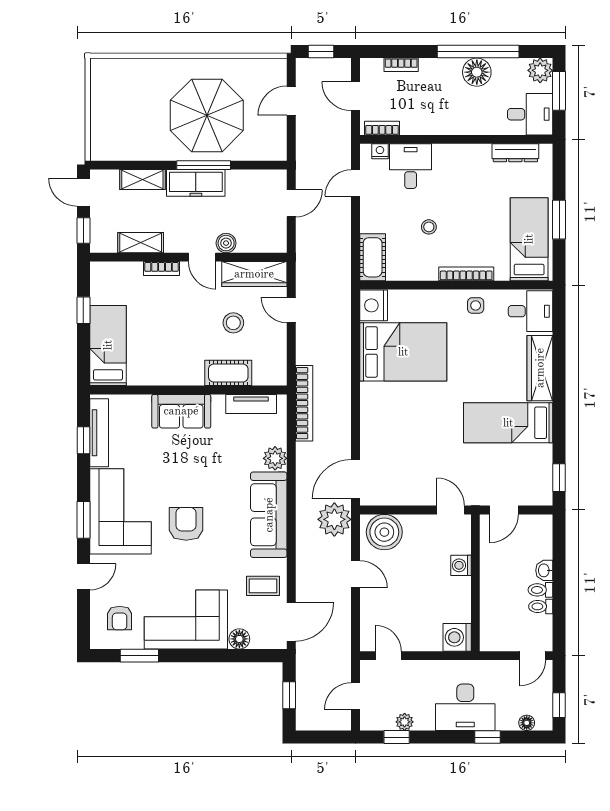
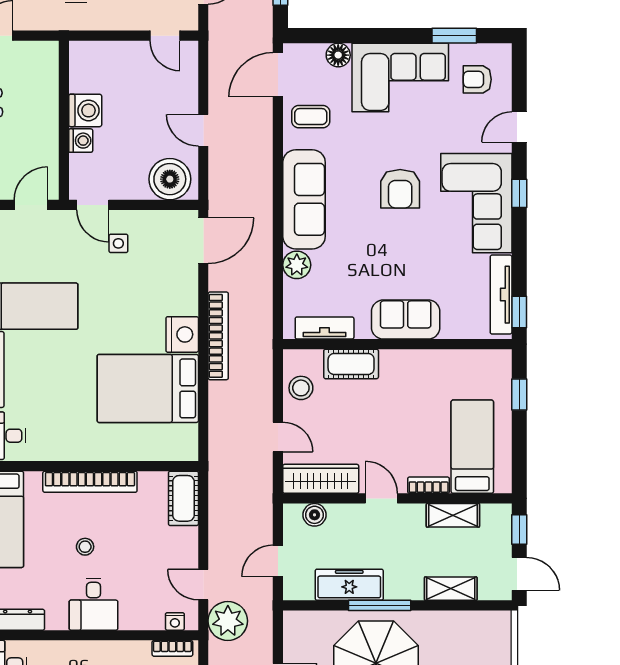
desk: (411, 166) -> (94, 604), moved
freezer: (196, 183) -> (349, 585), moved
door: (356, 183) -> (203, 585), swing flipped
stool: (429, 227) -> (85, 547), moved
boiler: (226, 243) -> (315, 515), moved
bookcase: (466, 274) -> (90, 482), width x1.48, depth x1.31
nightstand: (374, 305) -> (182, 334), moved
side table: (476, 305) -> (118, 243), moved
window: (83, 310) -> (519, 394), moved
stool: (233, 323) -> (301, 388), moved
bed: (108, 345) -> (472, 447), moved, turned 180
bookcase: (304, 403) -> (218, 336), moved, turned 180
window: (83, 440) -> (519, 312), moved
plant: (334, 519) -> (228, 621), moved
window: (83, 520) -> (519, 193), width x0.67
armchair: (120, 618) -> (477, 79), turned -90
washing machine: (457, 637) -> (85, 110), moved

